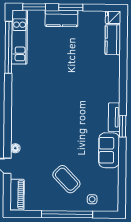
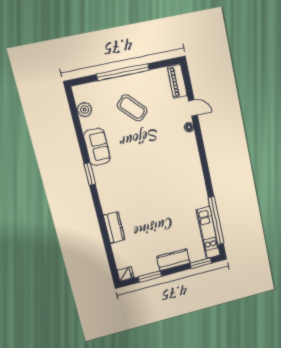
window: (71, 7) -> (150, 277), moved
kitchen counter: (113, 40) -> (114, 228), moved
tv unit: (114, 117) -> (100, 181), removed
plant: (112, 188) -> (85, 110), added
side table: (92, 199) -> (101, 93), removed

